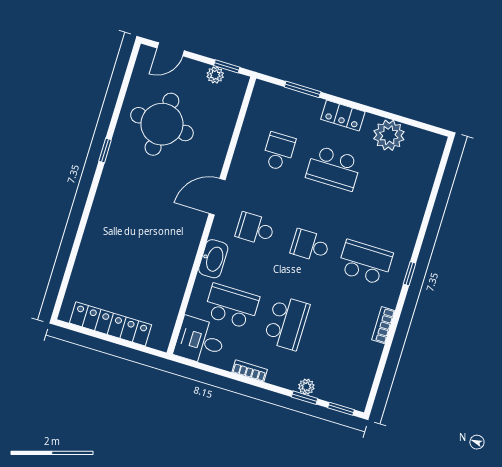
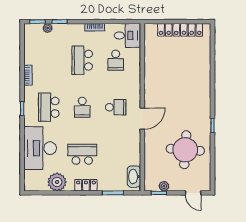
door: (171, 49) -> (193, 193), swing flipped
school desk: (279, 152) -> (116, 154), removed
desk: (400, 199) -> (40, 148), added
school desk: (310, 246) -> (82, 107), turned 90
washbasin: (213, 259) -> (134, 177), moved
school desk: (365, 262) -> (49, 107), turned 90
school desk: (232, 306) -> (116, 60), width x0.54
plant: (306, 387) -> (48, 28), moved

